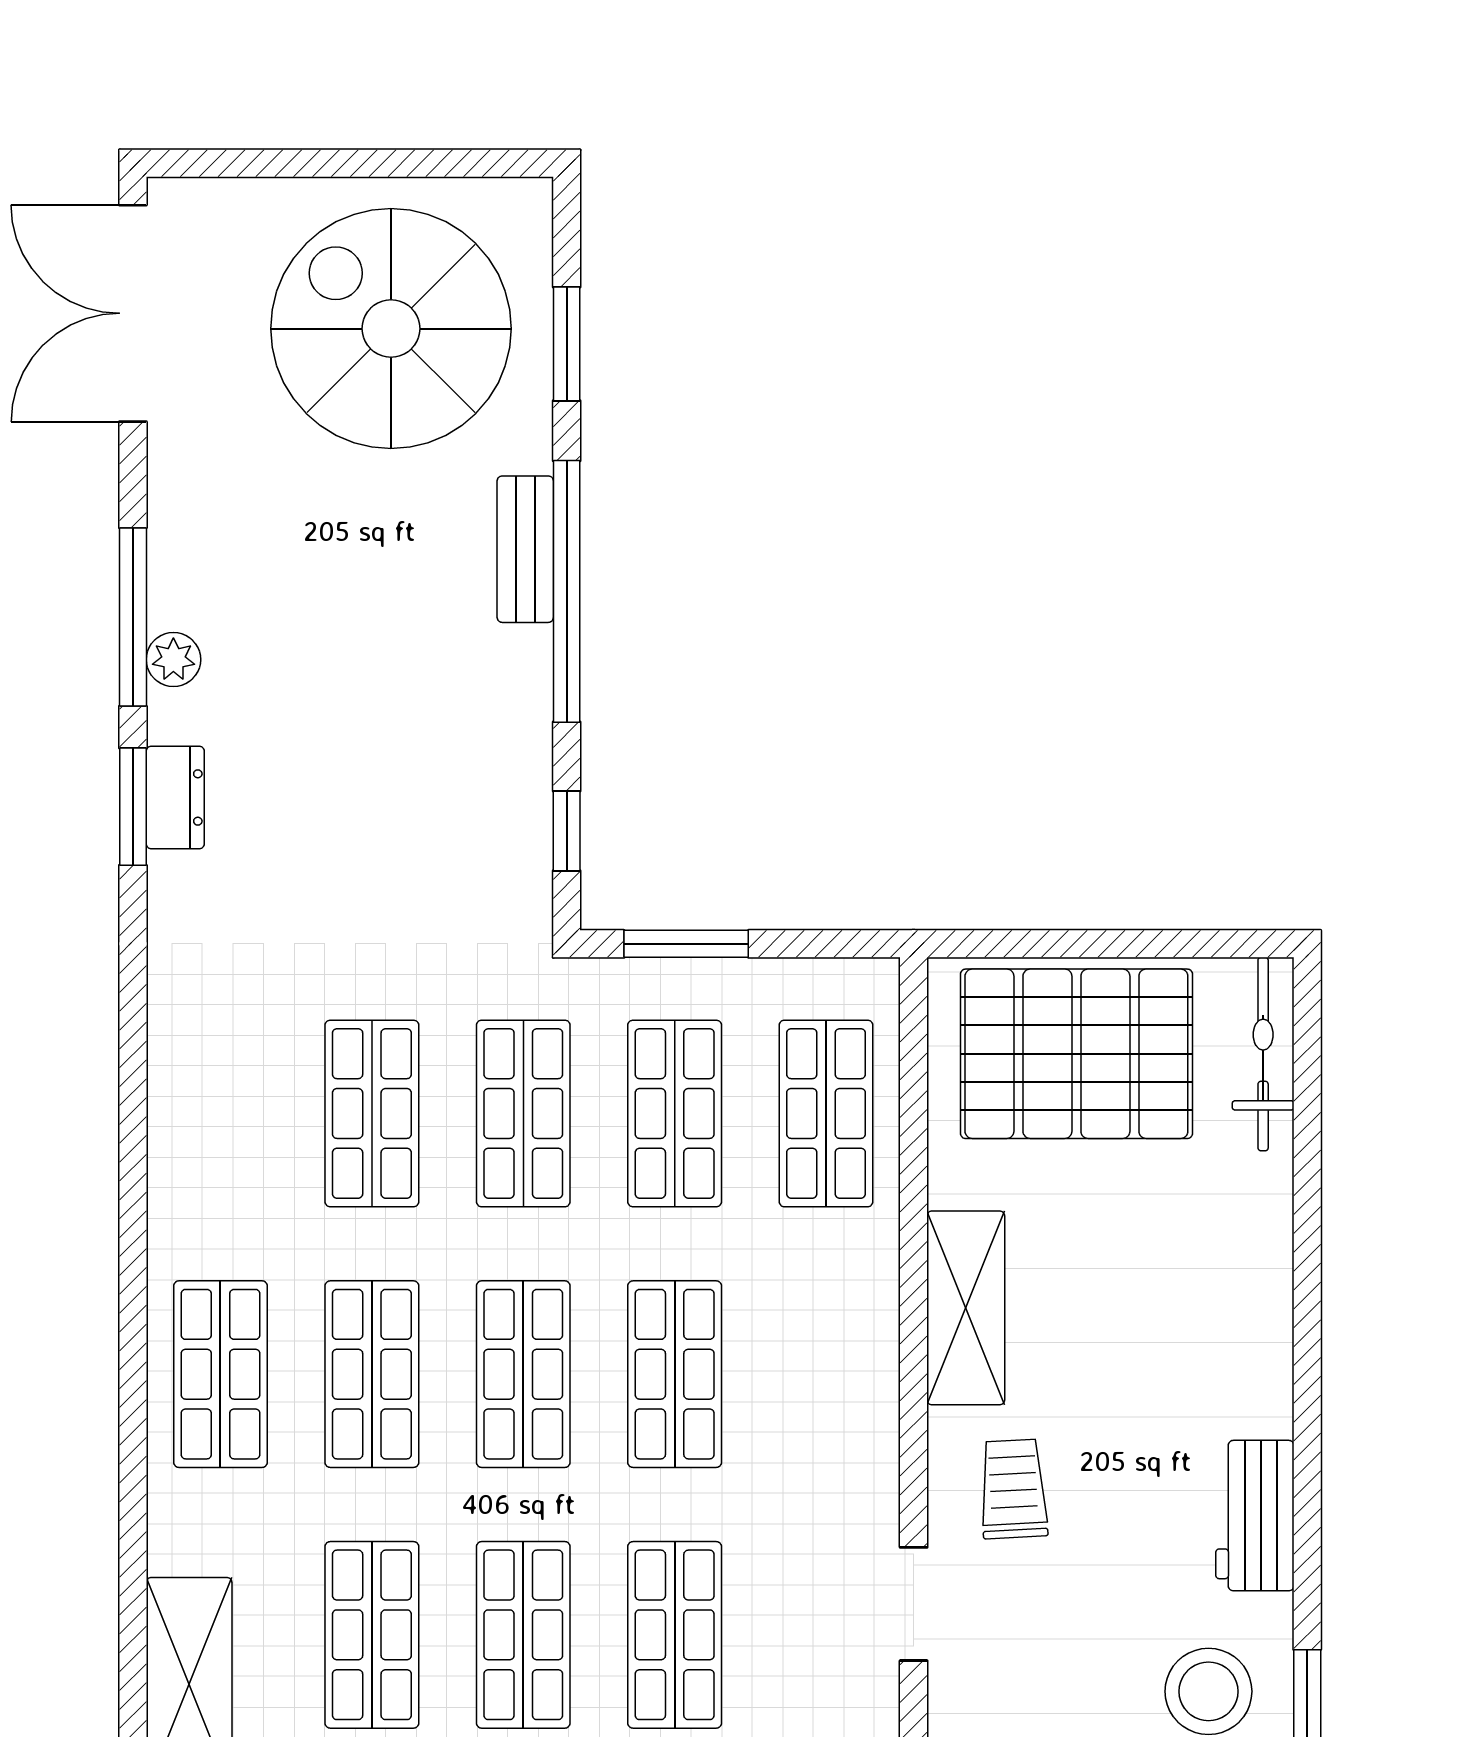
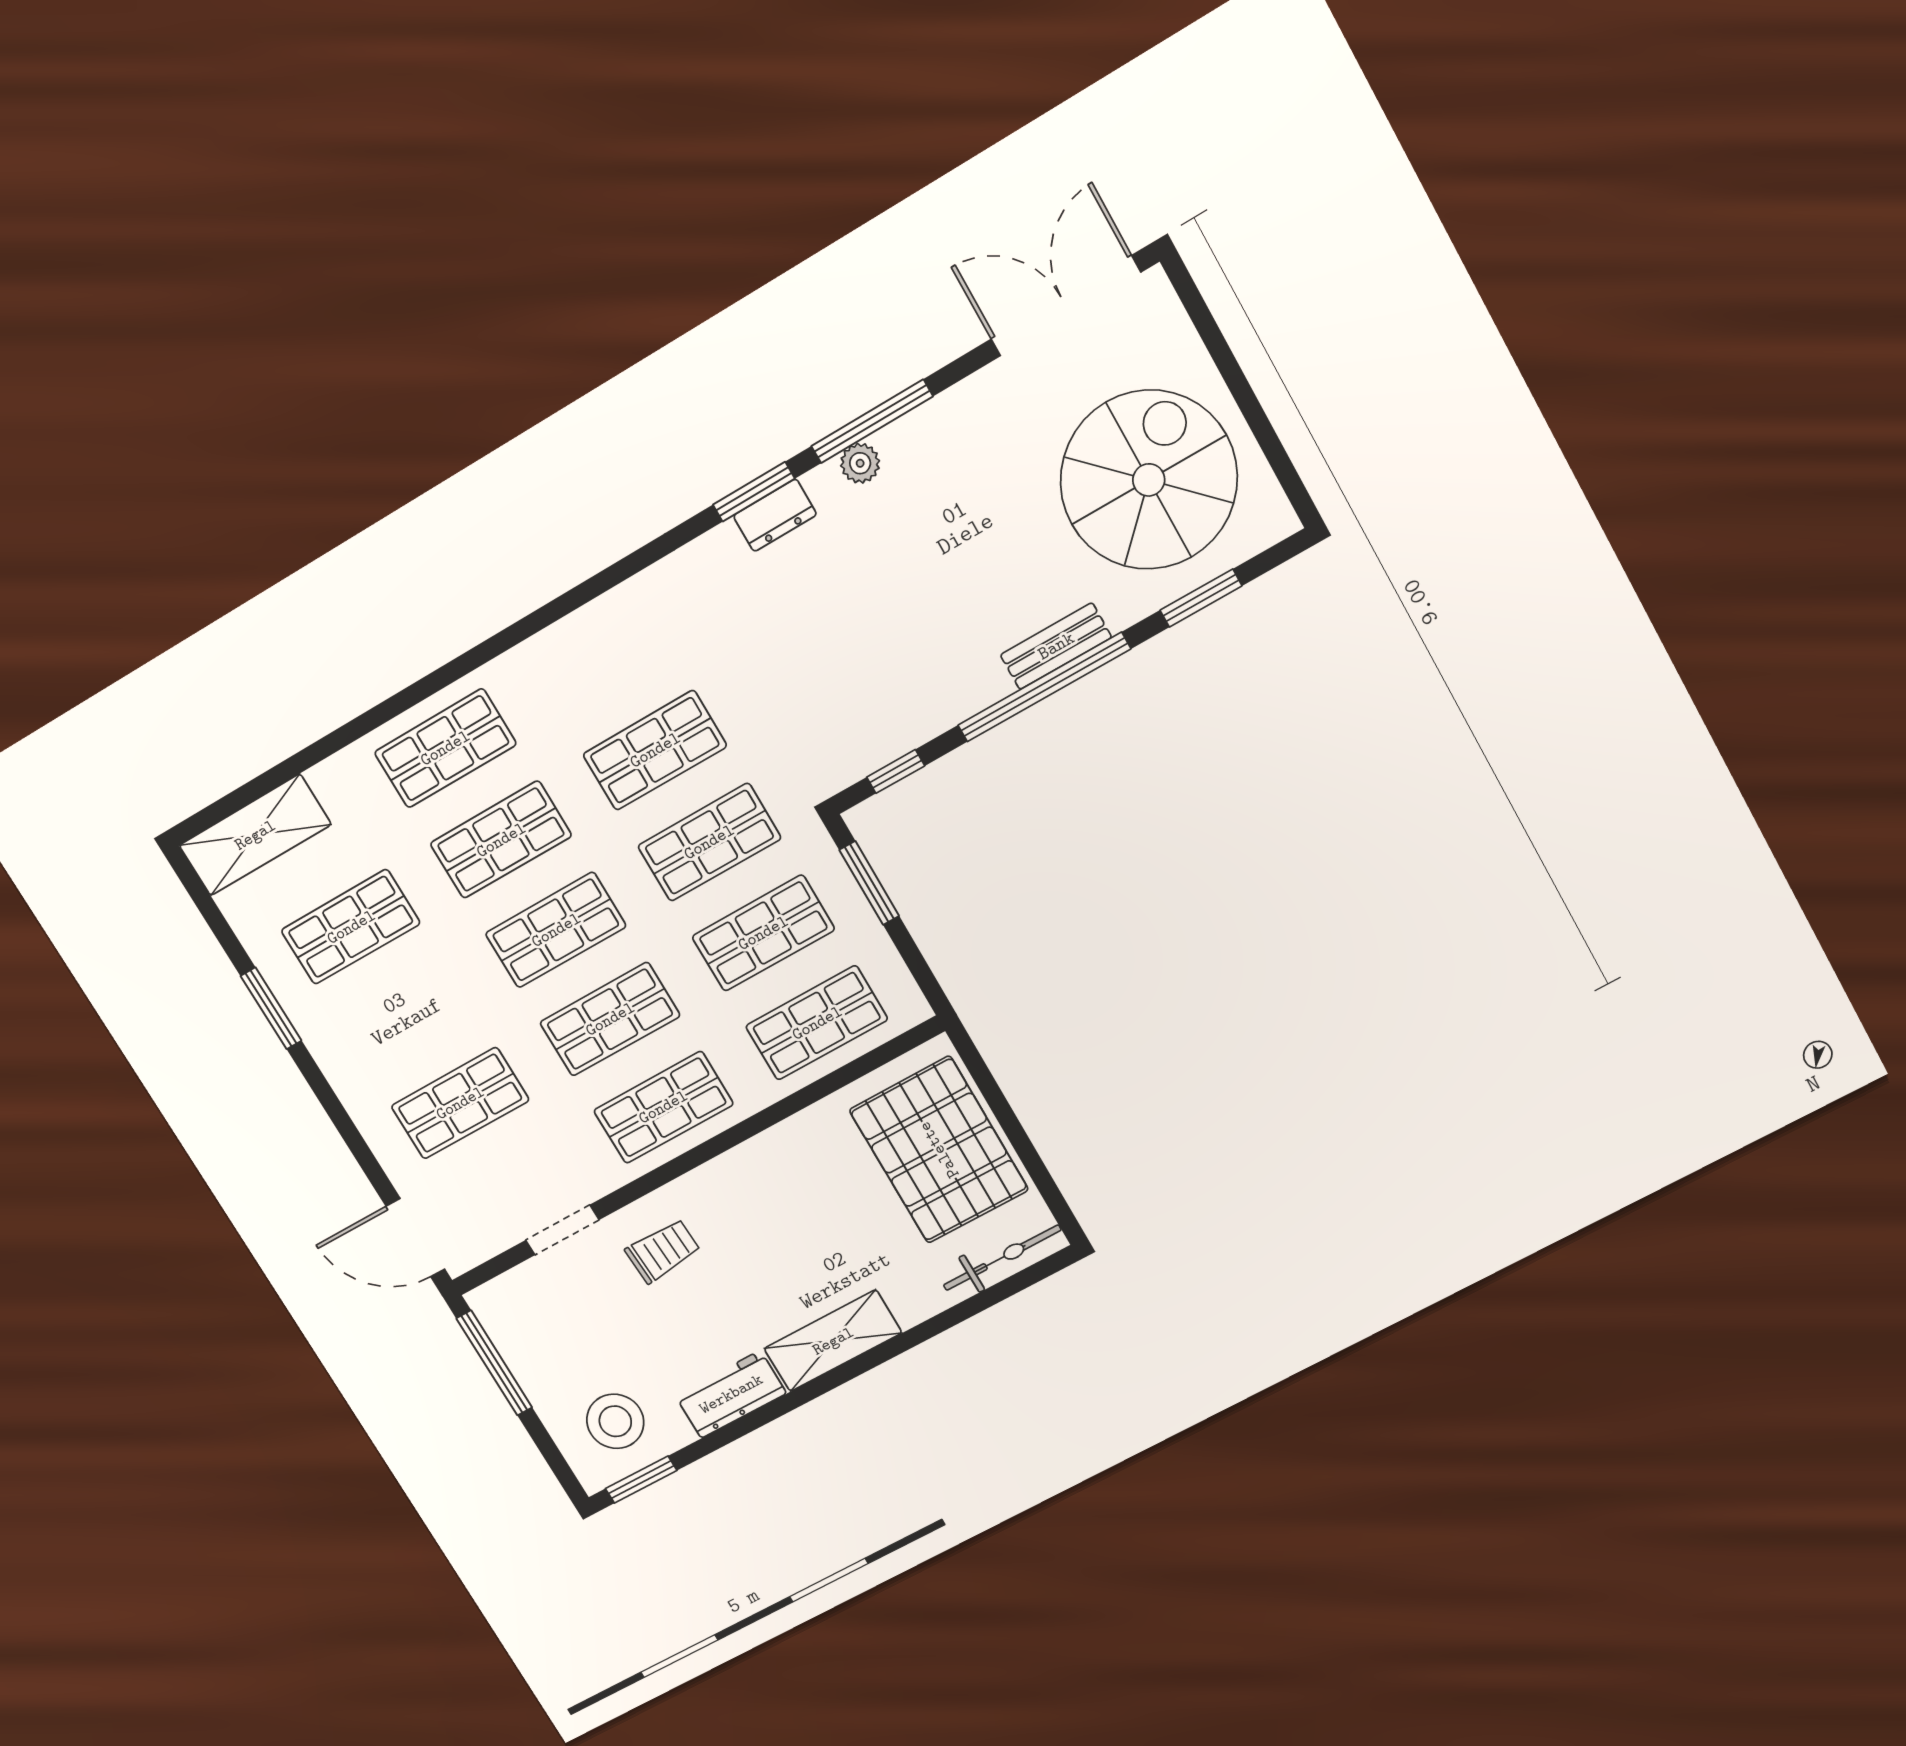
shelving: (966, 1308) -> (833, 1341), moved
shop shelf: (523, 1635) -> (663, 1107), moved

